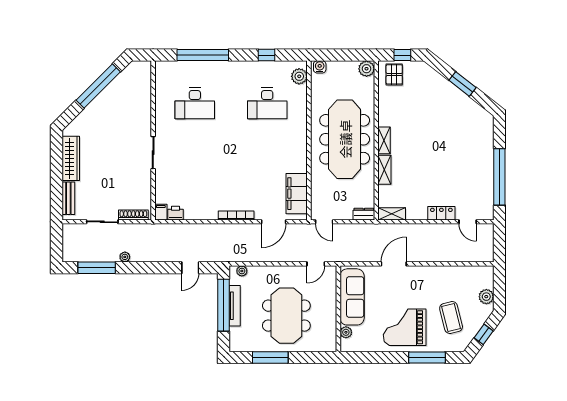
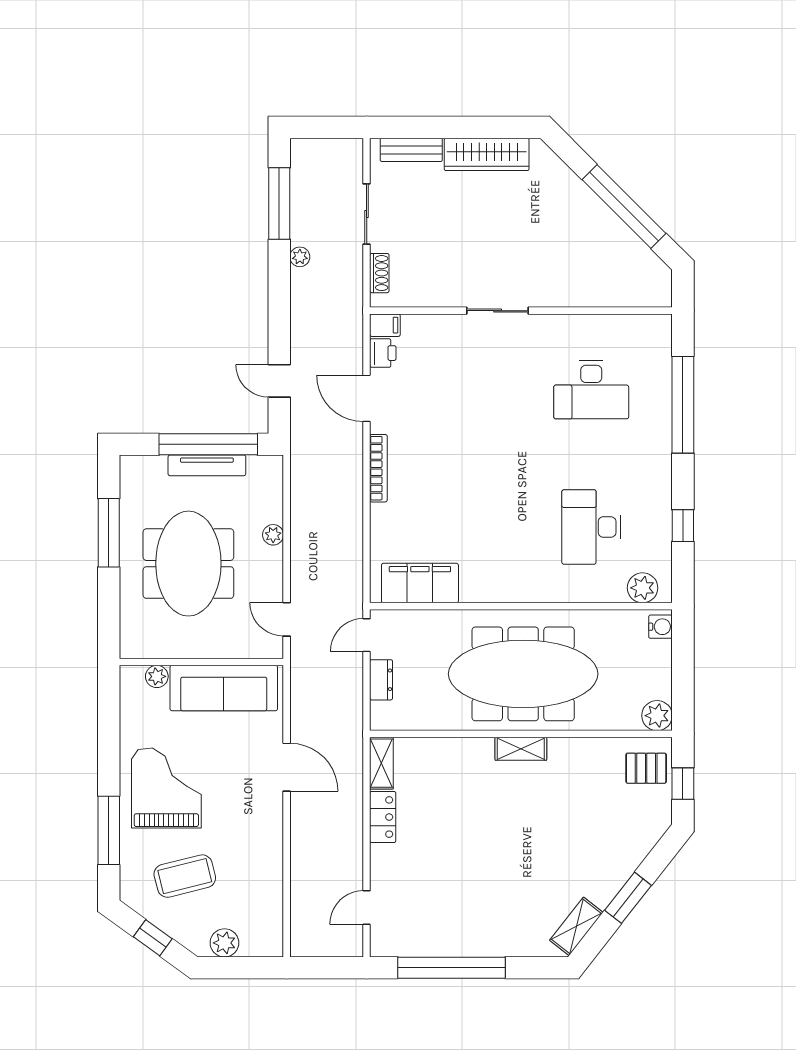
desk: (195, 103) -> (591, 390), turned -90
shelving: (384, 170) -> (576, 926), moved, turned -52
locker: (441, 213) -> (383, 817), moved
dresser: (364, 214) -> (381, 680), moved
shoe rack: (133, 215) -> (379, 273), width x0.70
door: (274, 222) -> (367, 398), moved
plant: (242, 271) -> (273, 535), moved
meeting table: (286, 316) -> (188, 564), turned 90

